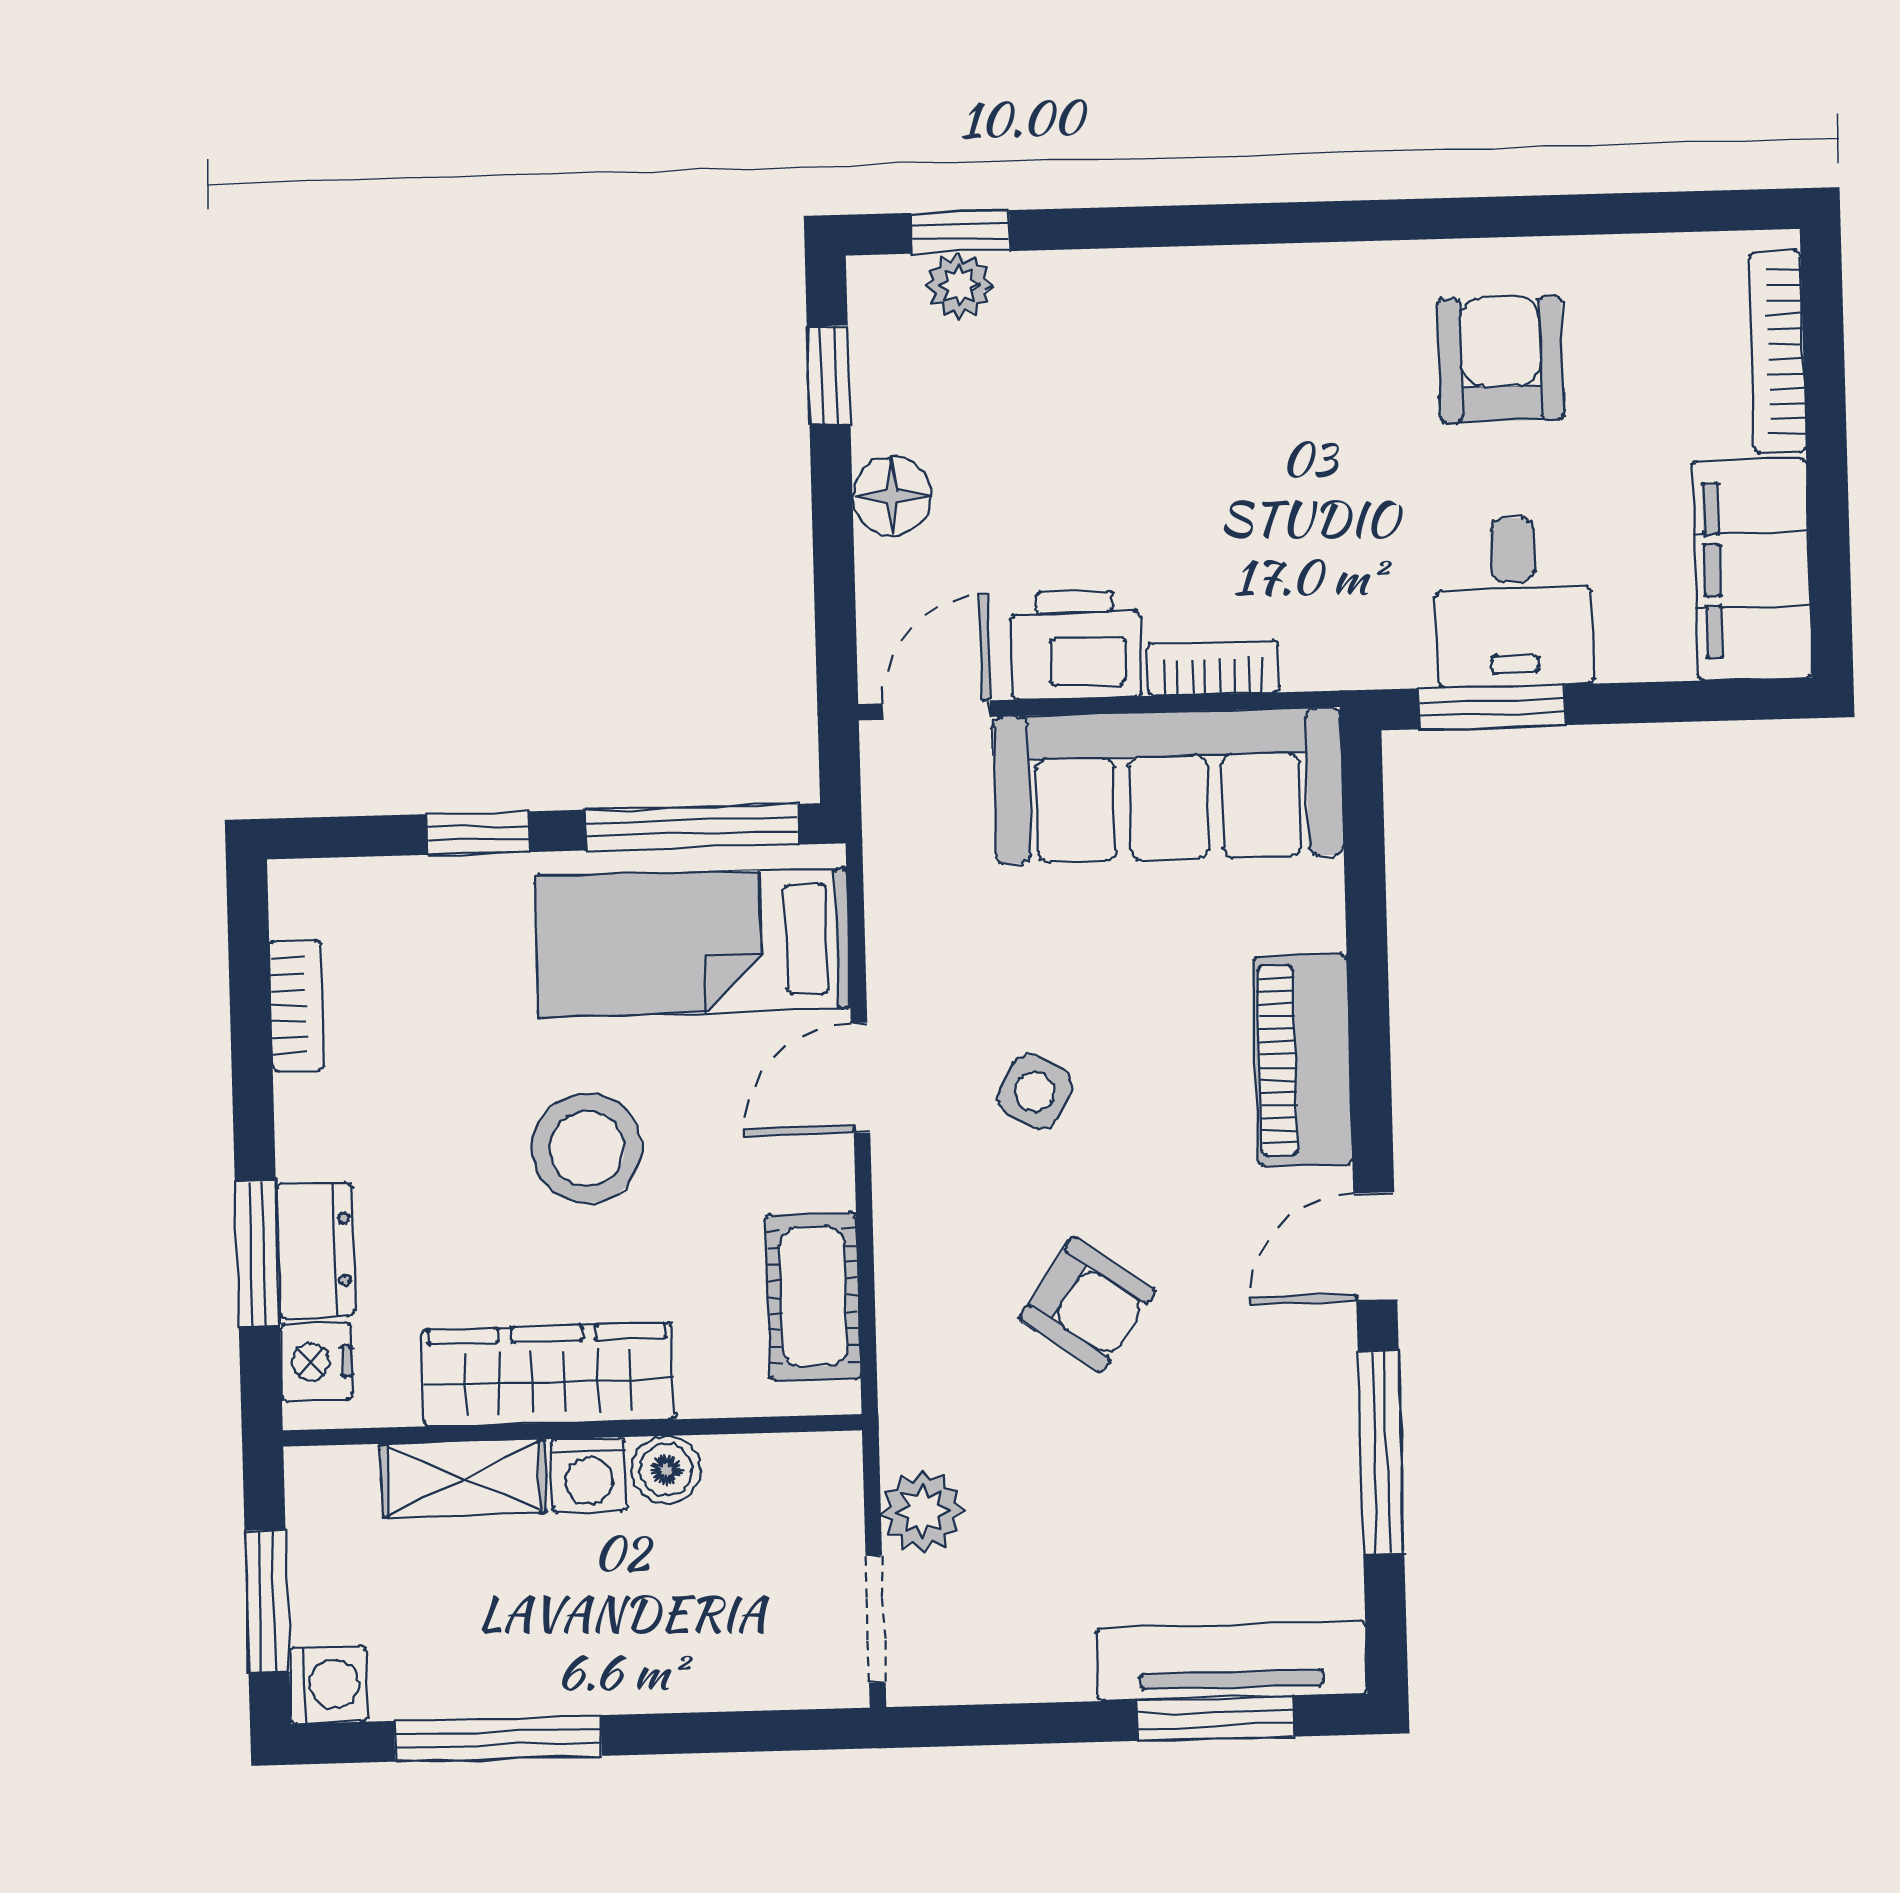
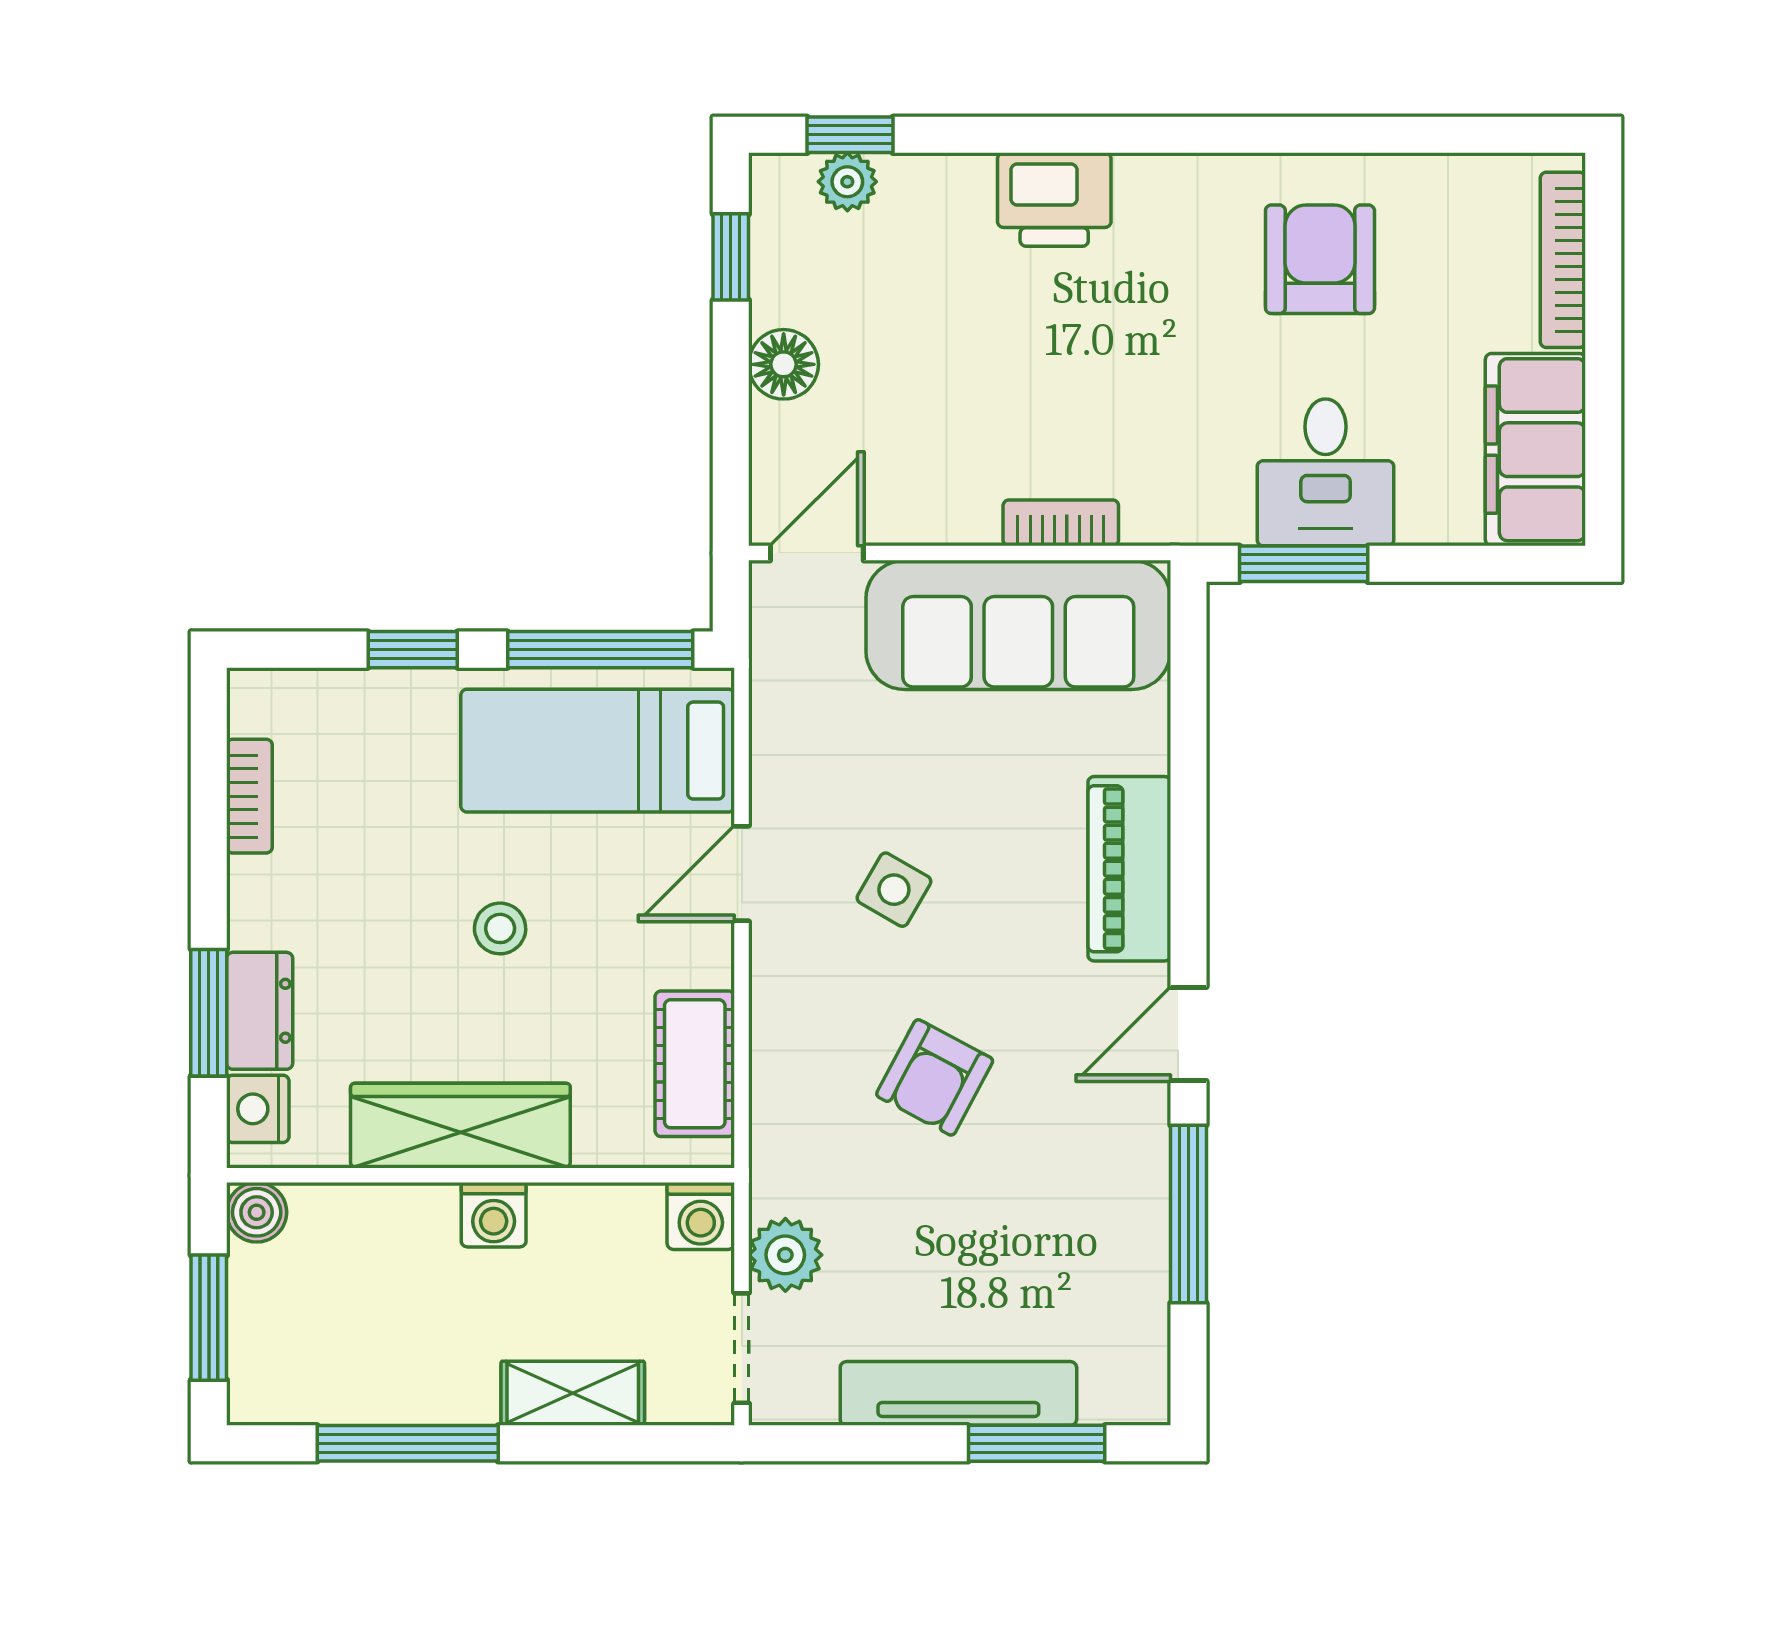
printer: (1076, 645) -> (1054, 199), moved, turned 180
stool: (587, 1148) -> (500, 928), width x0.53, depth x0.53
armchair: (1087, 1304) -> (935, 1077), turned 83
boiler: (666, 1470) -> (257, 1212), moved
shelving: (464, 1478) -> (573, 1393), moved
tv unit: (1232, 1661) -> (958, 1393), moved
washing machine: (328, 1684) -> (701, 1216), moved, turned 90

